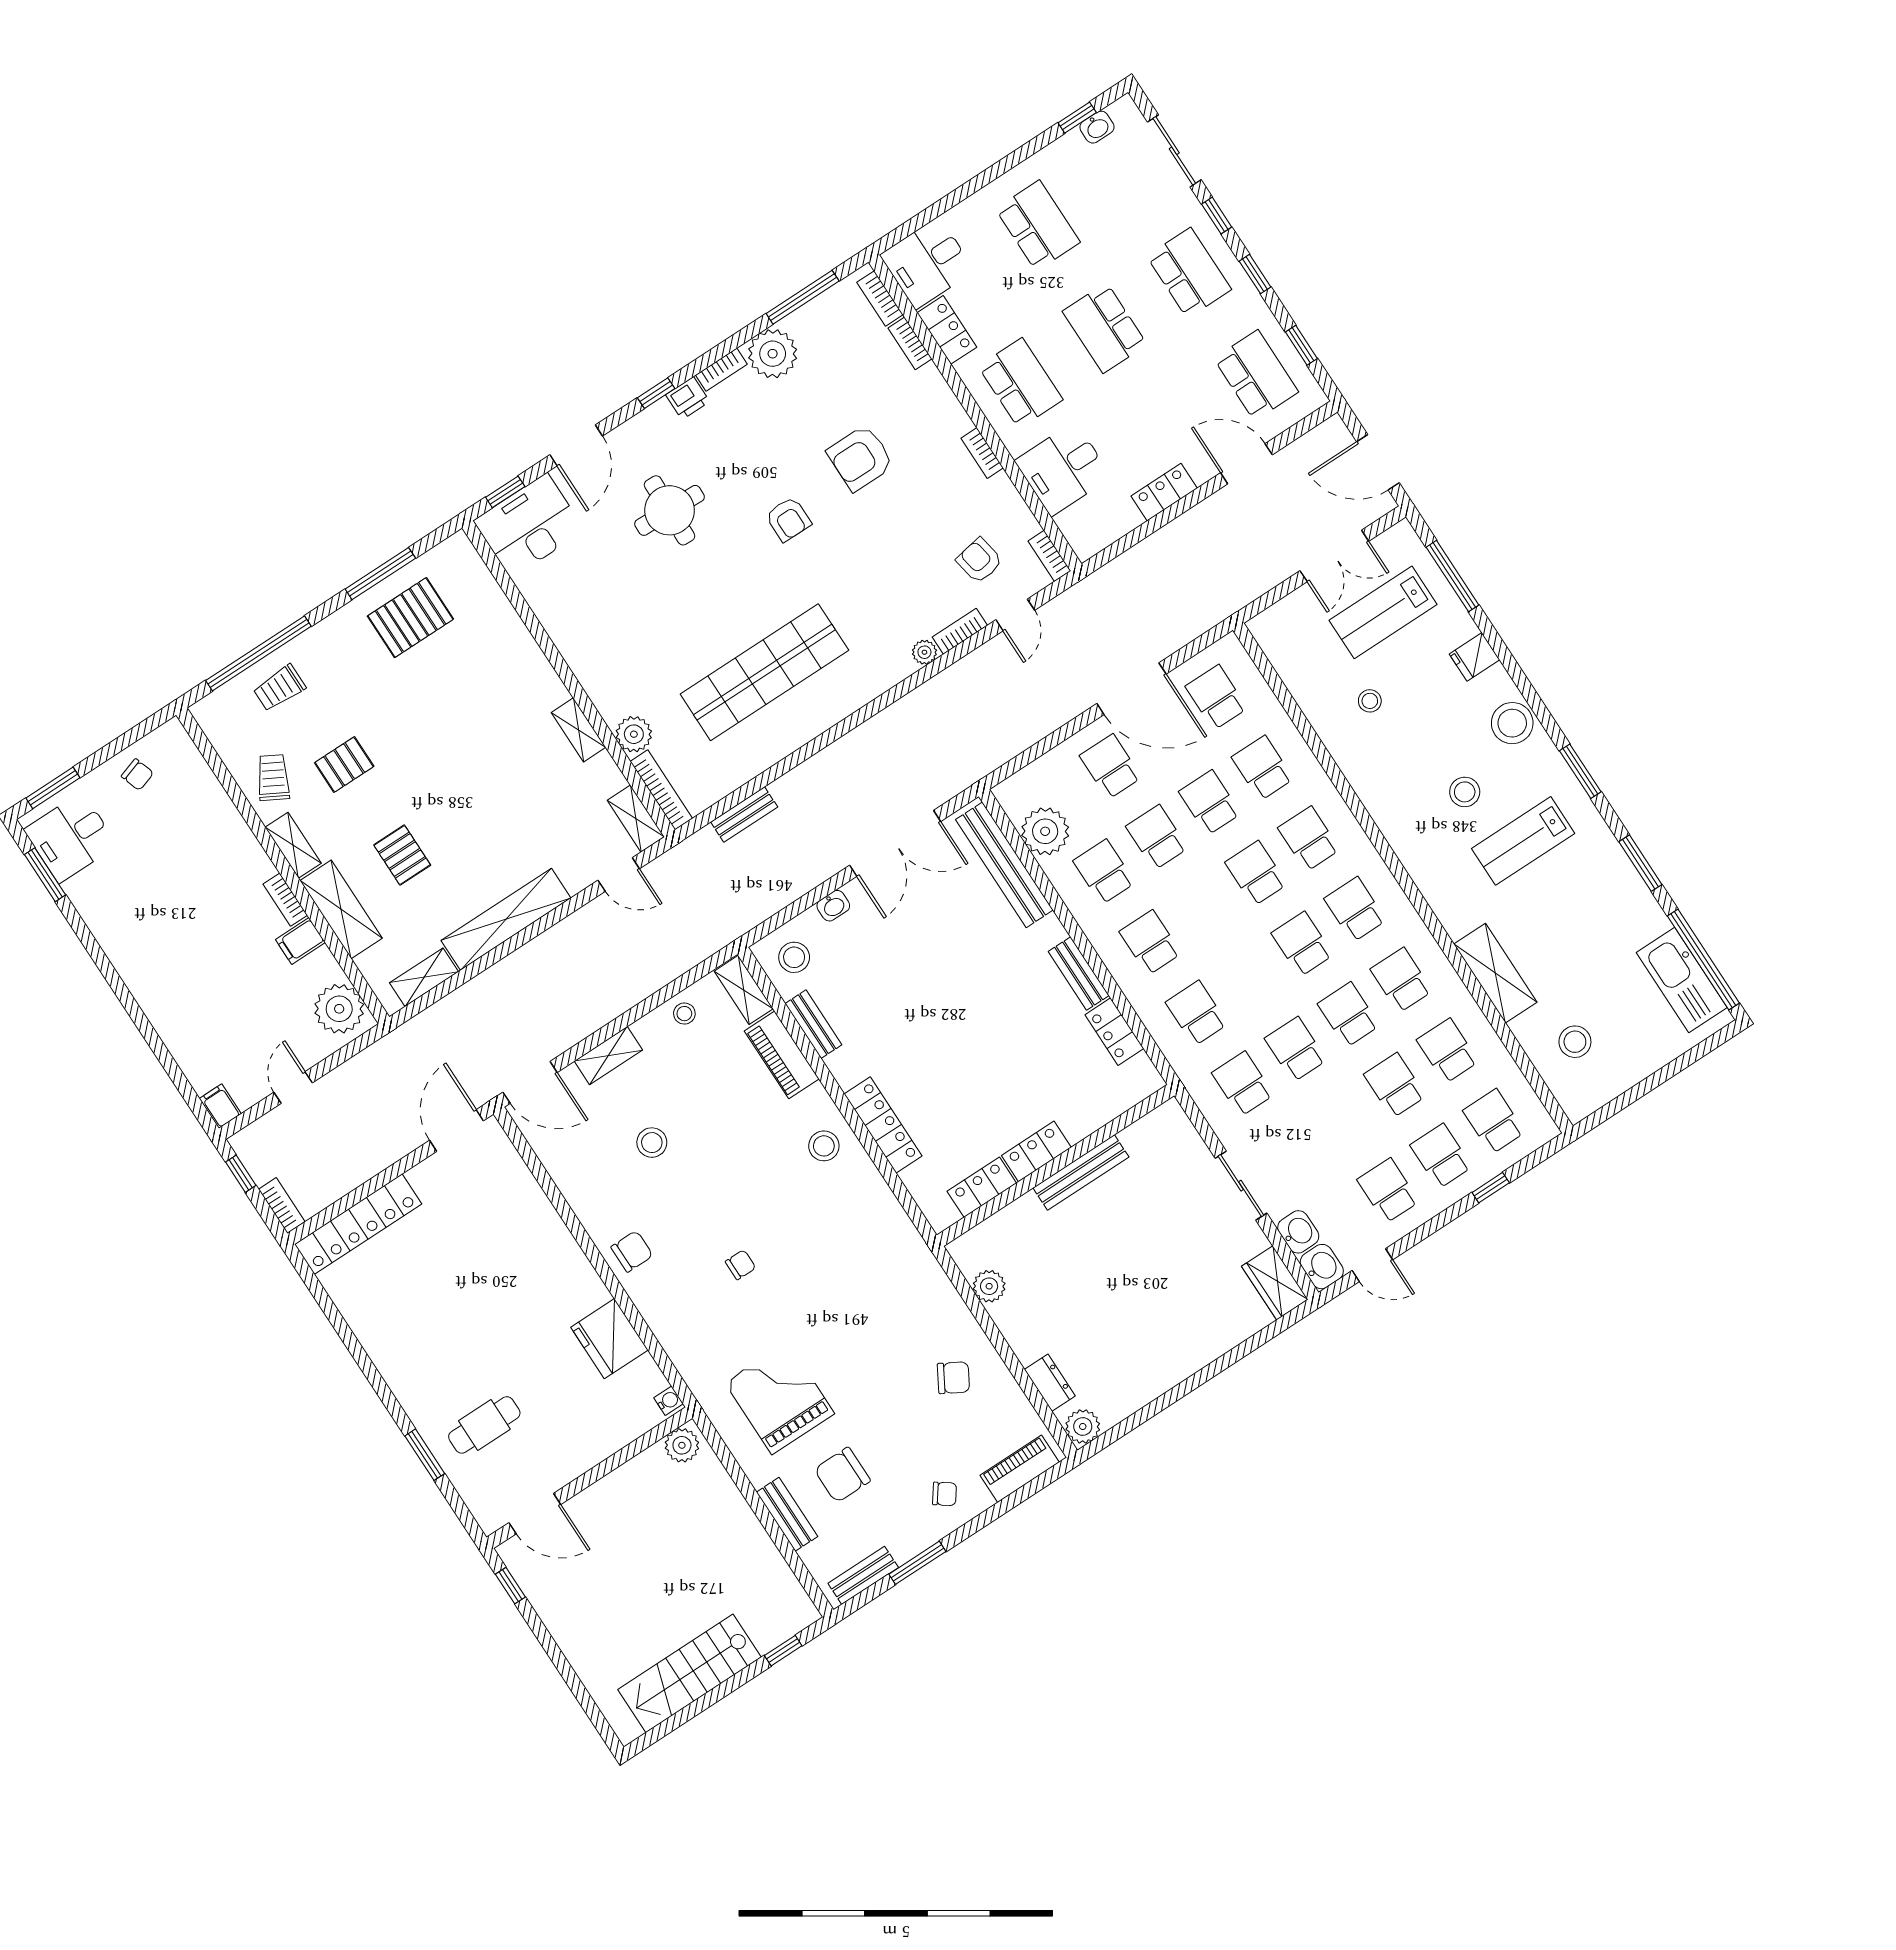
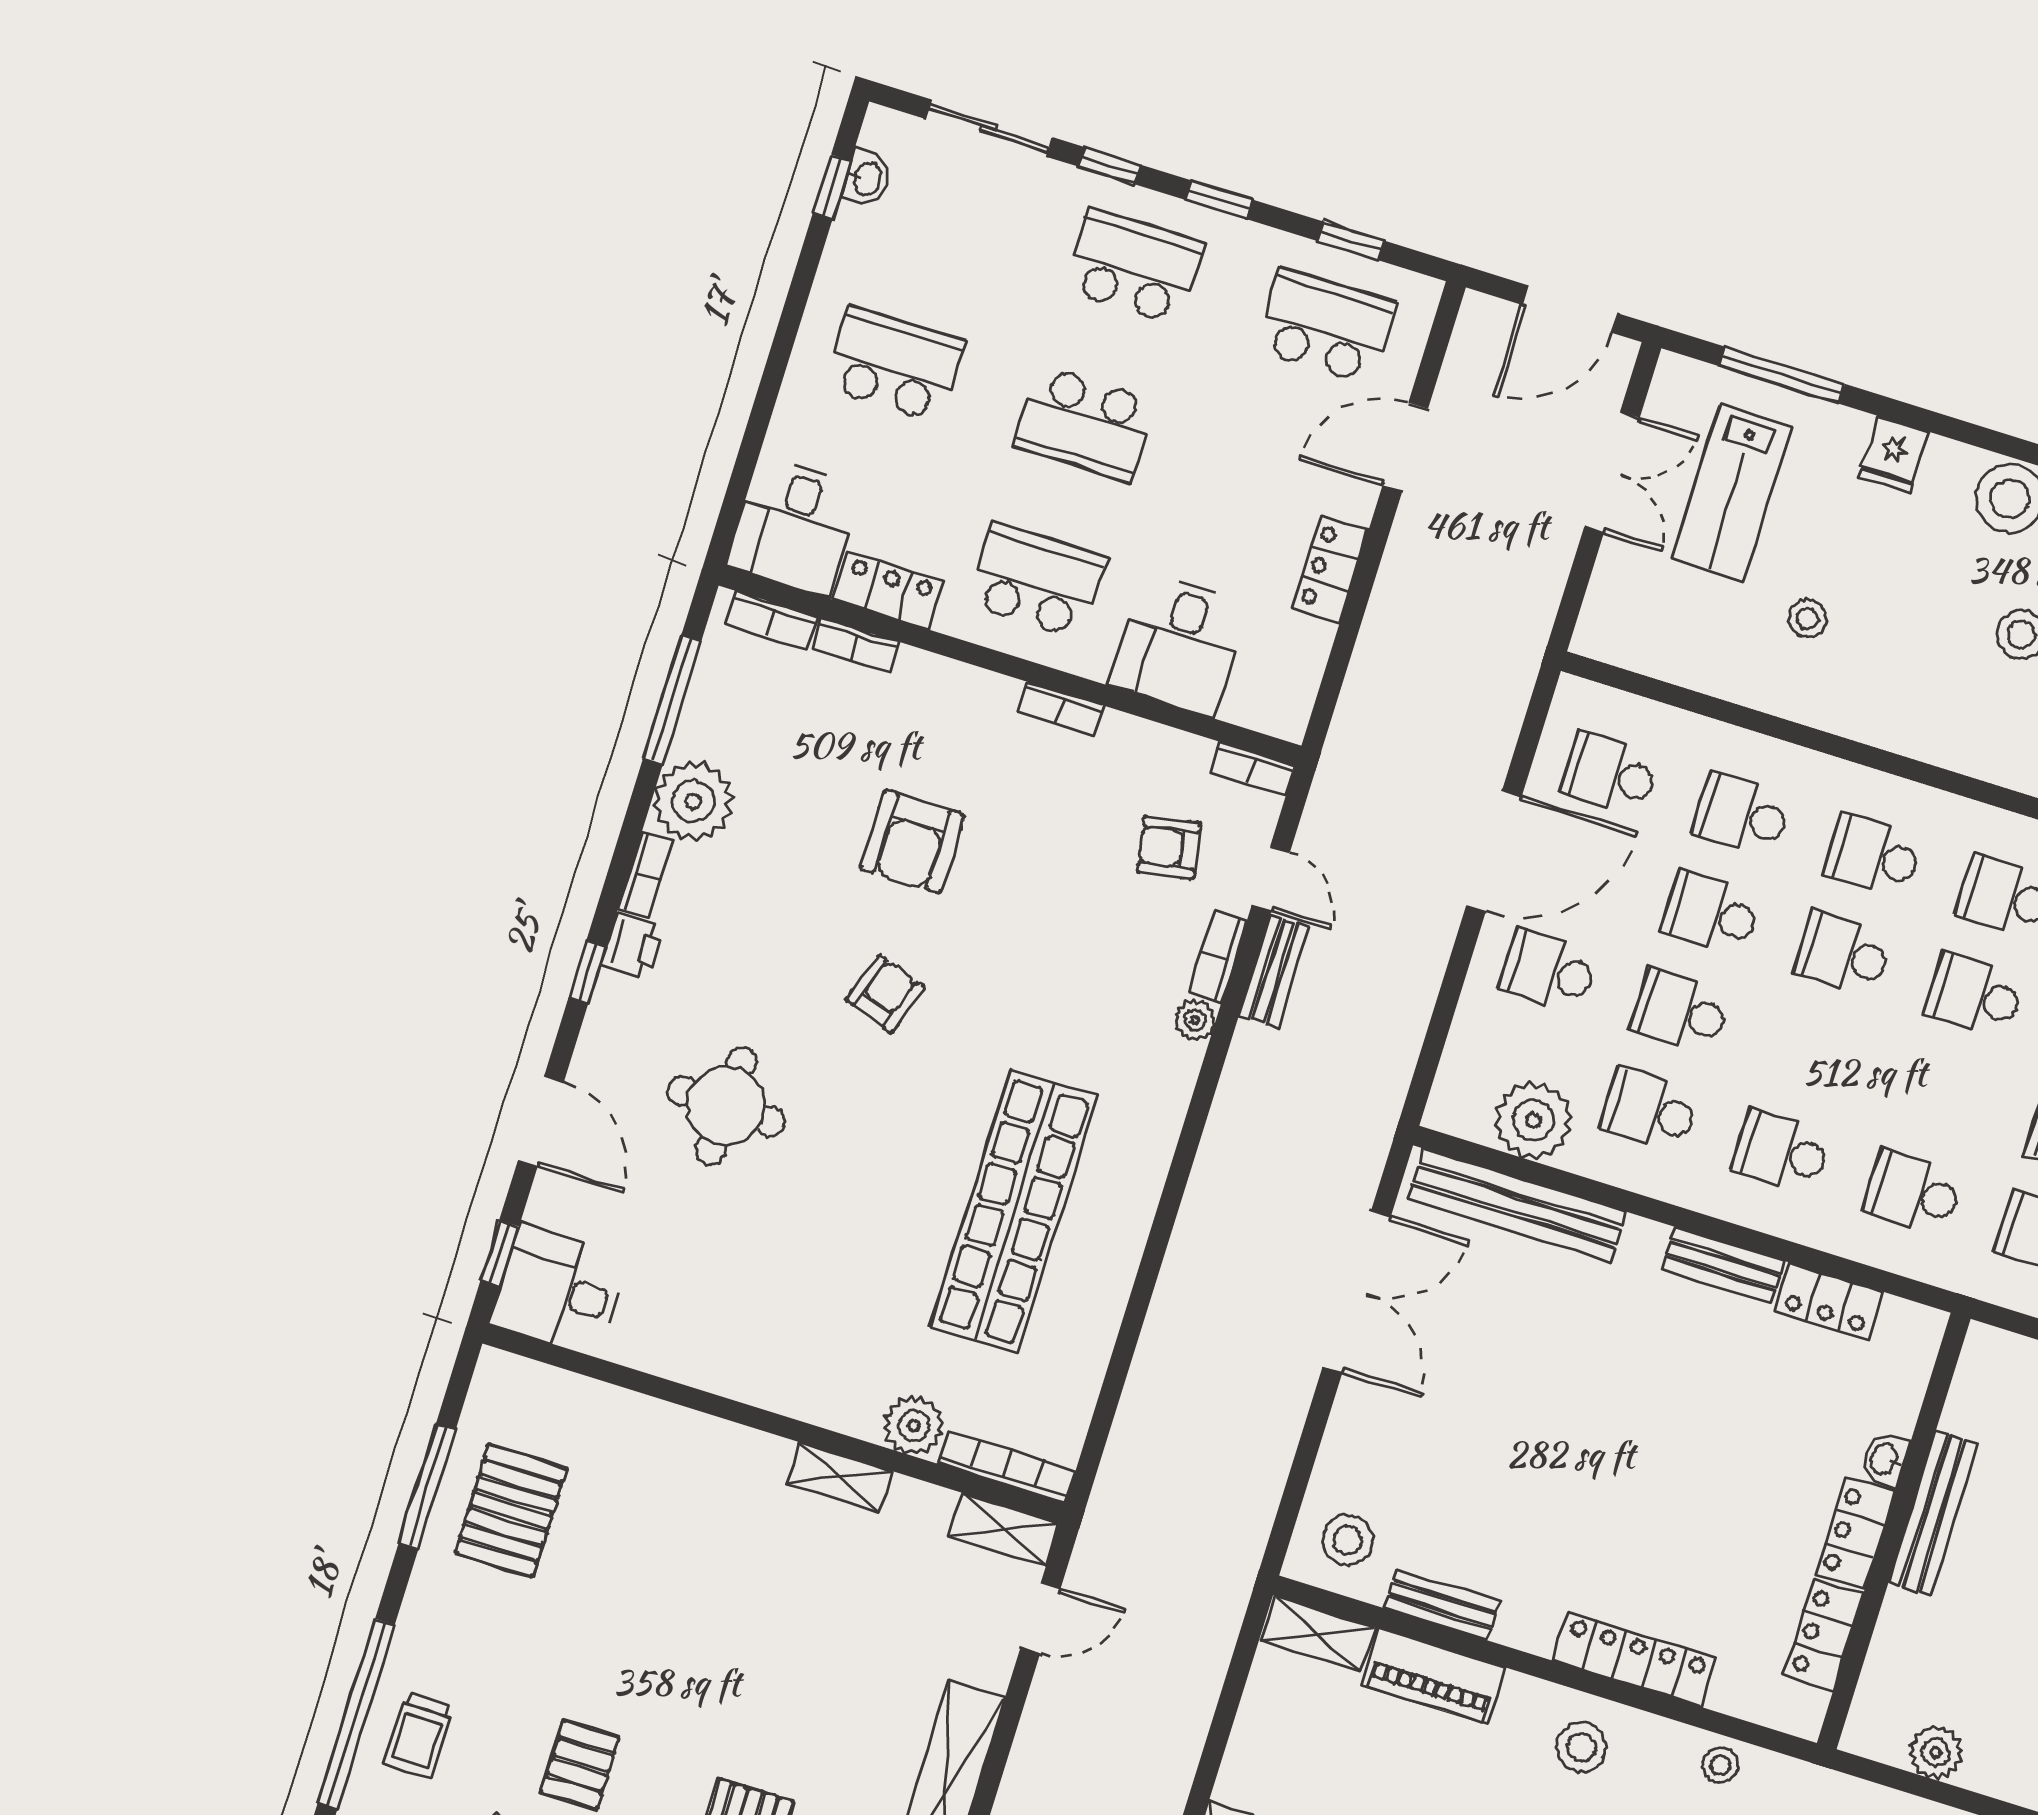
armchair: (788, 519) -> (885, 994), turned -71
desk: (529, 526) -> (559, 1290), width x0.73
bench: (744, 815) -> (1274, 971), moved
washbasin: (833, 906) -> (1885, 1459), moved, turned 180
stool: (684, 1014) -> (1720, 1765), moved

